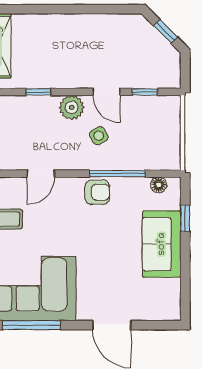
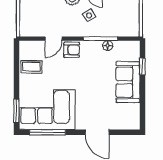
floor lamp: (159, 185) -> (108, 46), moved
armchair: (97, 192) -> (72, 50), moved

